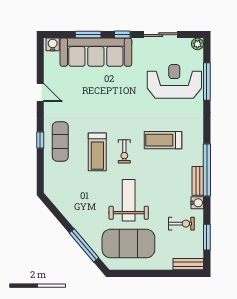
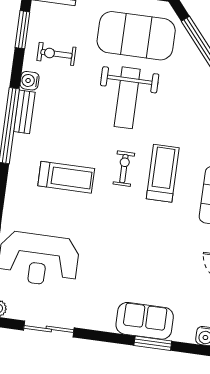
window: (122, 35) -> (104, 337), removed
sofa: (96, 52) -> (145, 321), width x0.54, depth x0.79

